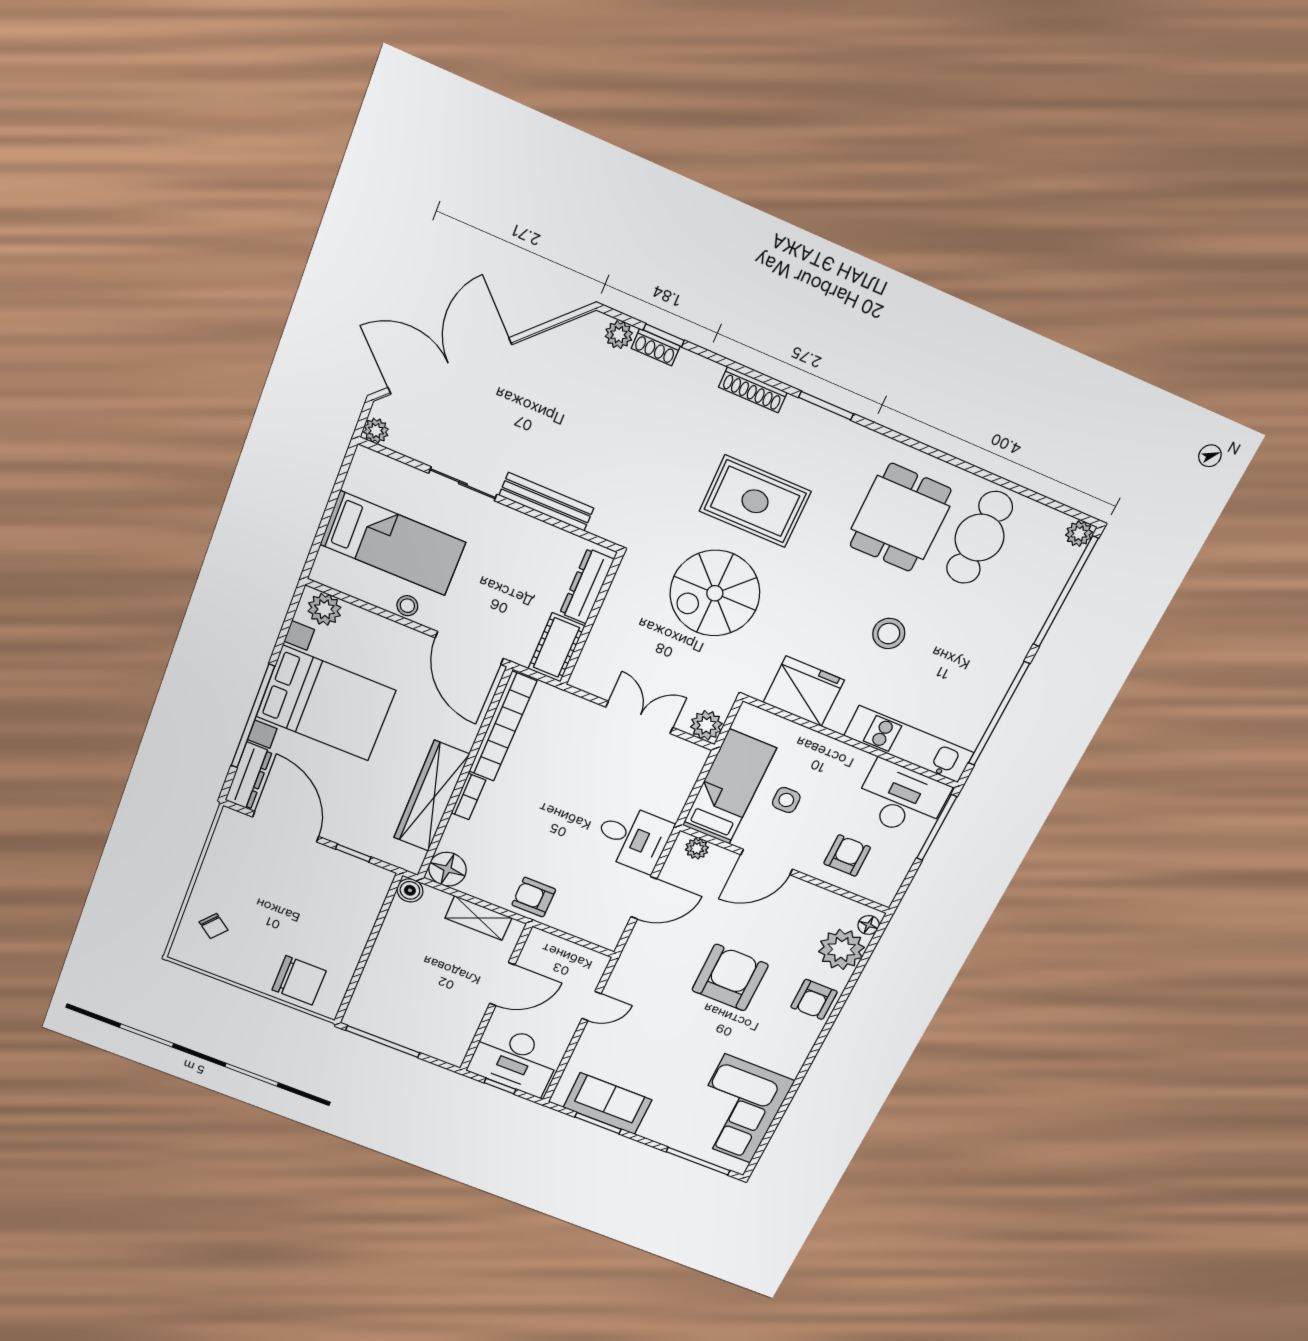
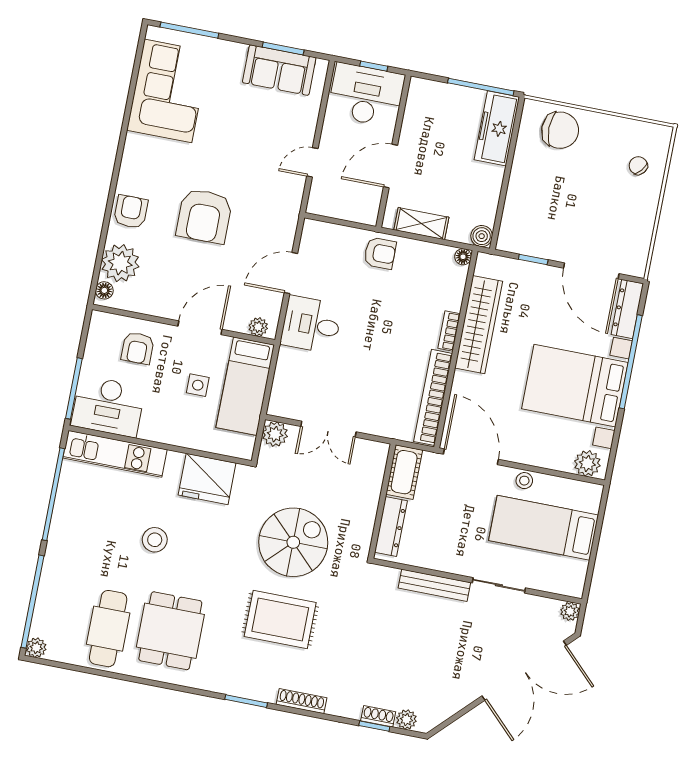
floor lamp: (447, 869) -> (463, 257), width x0.53, depth x0.53
chair: (299, 980) -> (560, 130), turned 180
freezer: (372, 997) -> (497, 128), added

